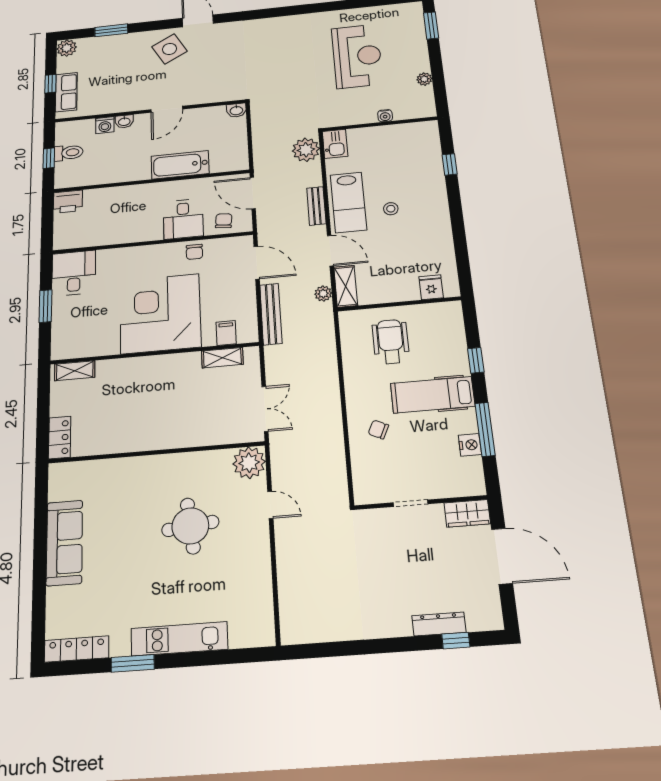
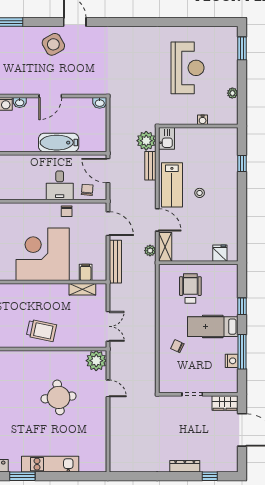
bench: (316, 206) -> (150, 166), moved
trolley: (161, 424) -> (41, 330), added
dresser: (439, 624) -> (185, 466), moved

